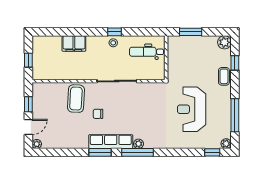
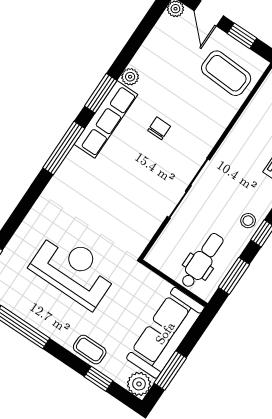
window: (144, 32) -> (234, 276), added
window: (191, 32) -> (170, 370), moved
sofa: (192, 46) -> (165, 333), added
coffee table: (76, 99) -> (226, 73), moved
plant: (138, 144) -> (130, 77), moved

